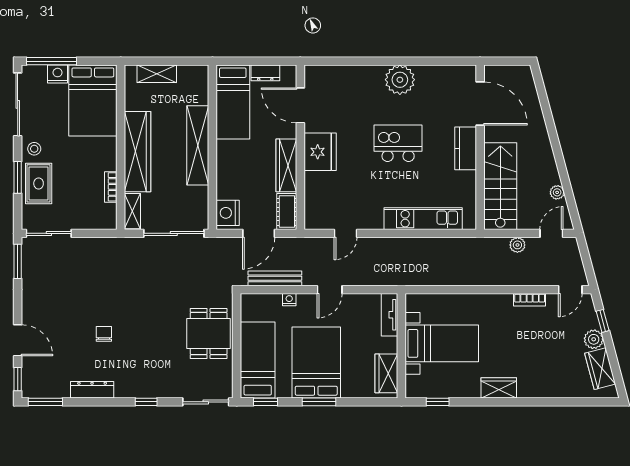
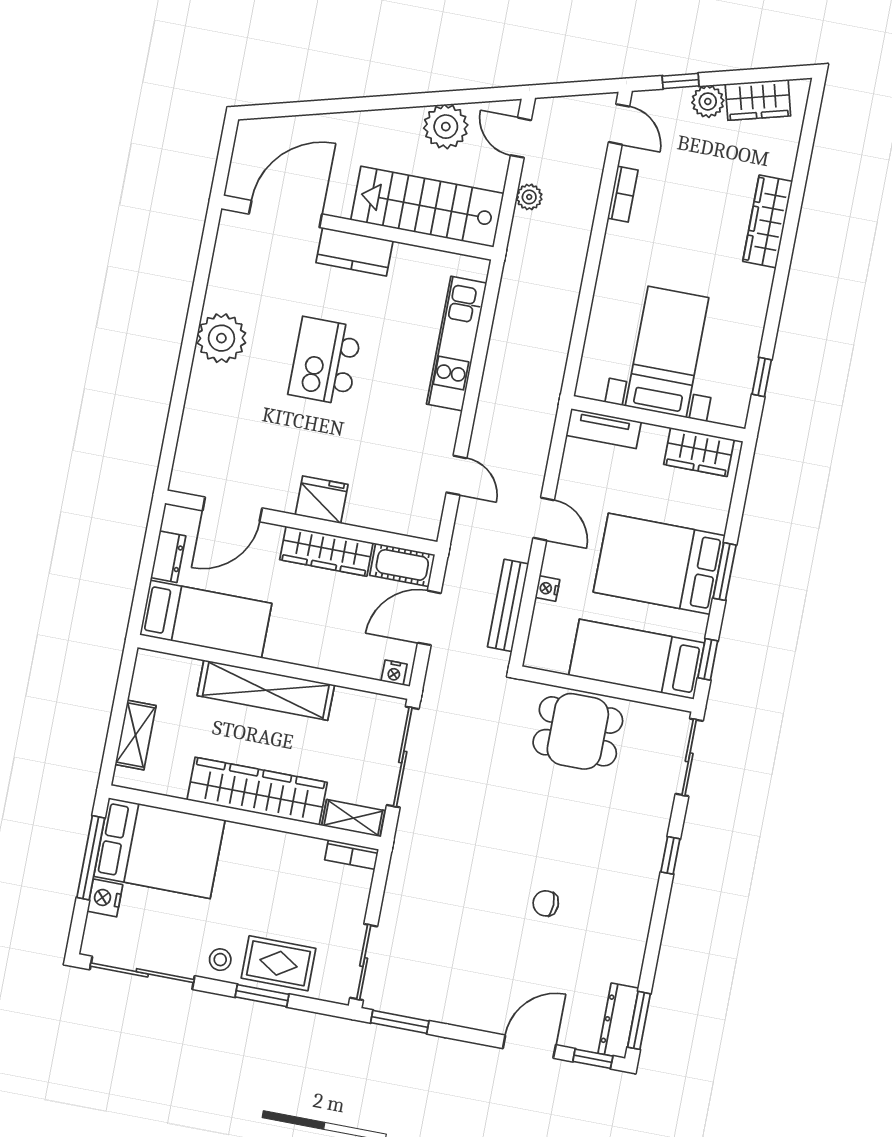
window: (51, 61) -> (91, 858), moved
fridge: (320, 152) -> (322, 500), width x0.73, depth x0.75
bookcase: (111, 187) -> (352, 855), moved
plant: (557, 192) -> (446, 127), width x1.87, depth x1.87
nightstand: (228, 213) -> (394, 673), width x0.53, depth x0.56
door: (259, 233) -> (429, 618), swing flipped
wardrobe: (499, 388) -> (768, 221), moved, width x1.50
dresser: (92, 390) -> (618, 1021), moved

